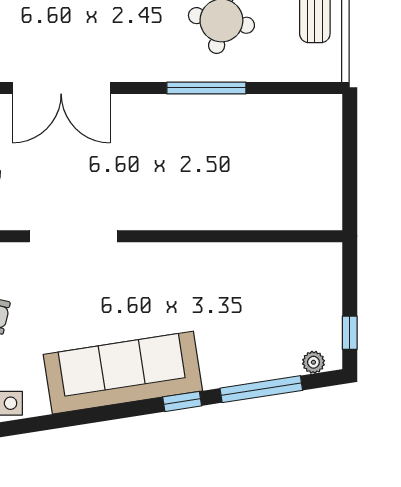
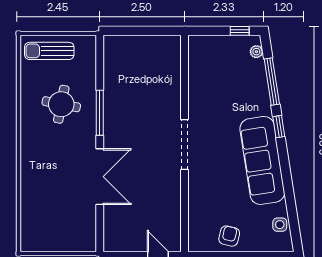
double door: (61, 88) -> (100, 177), moved
doorway: (73, 236) -> (184, 144), moved

